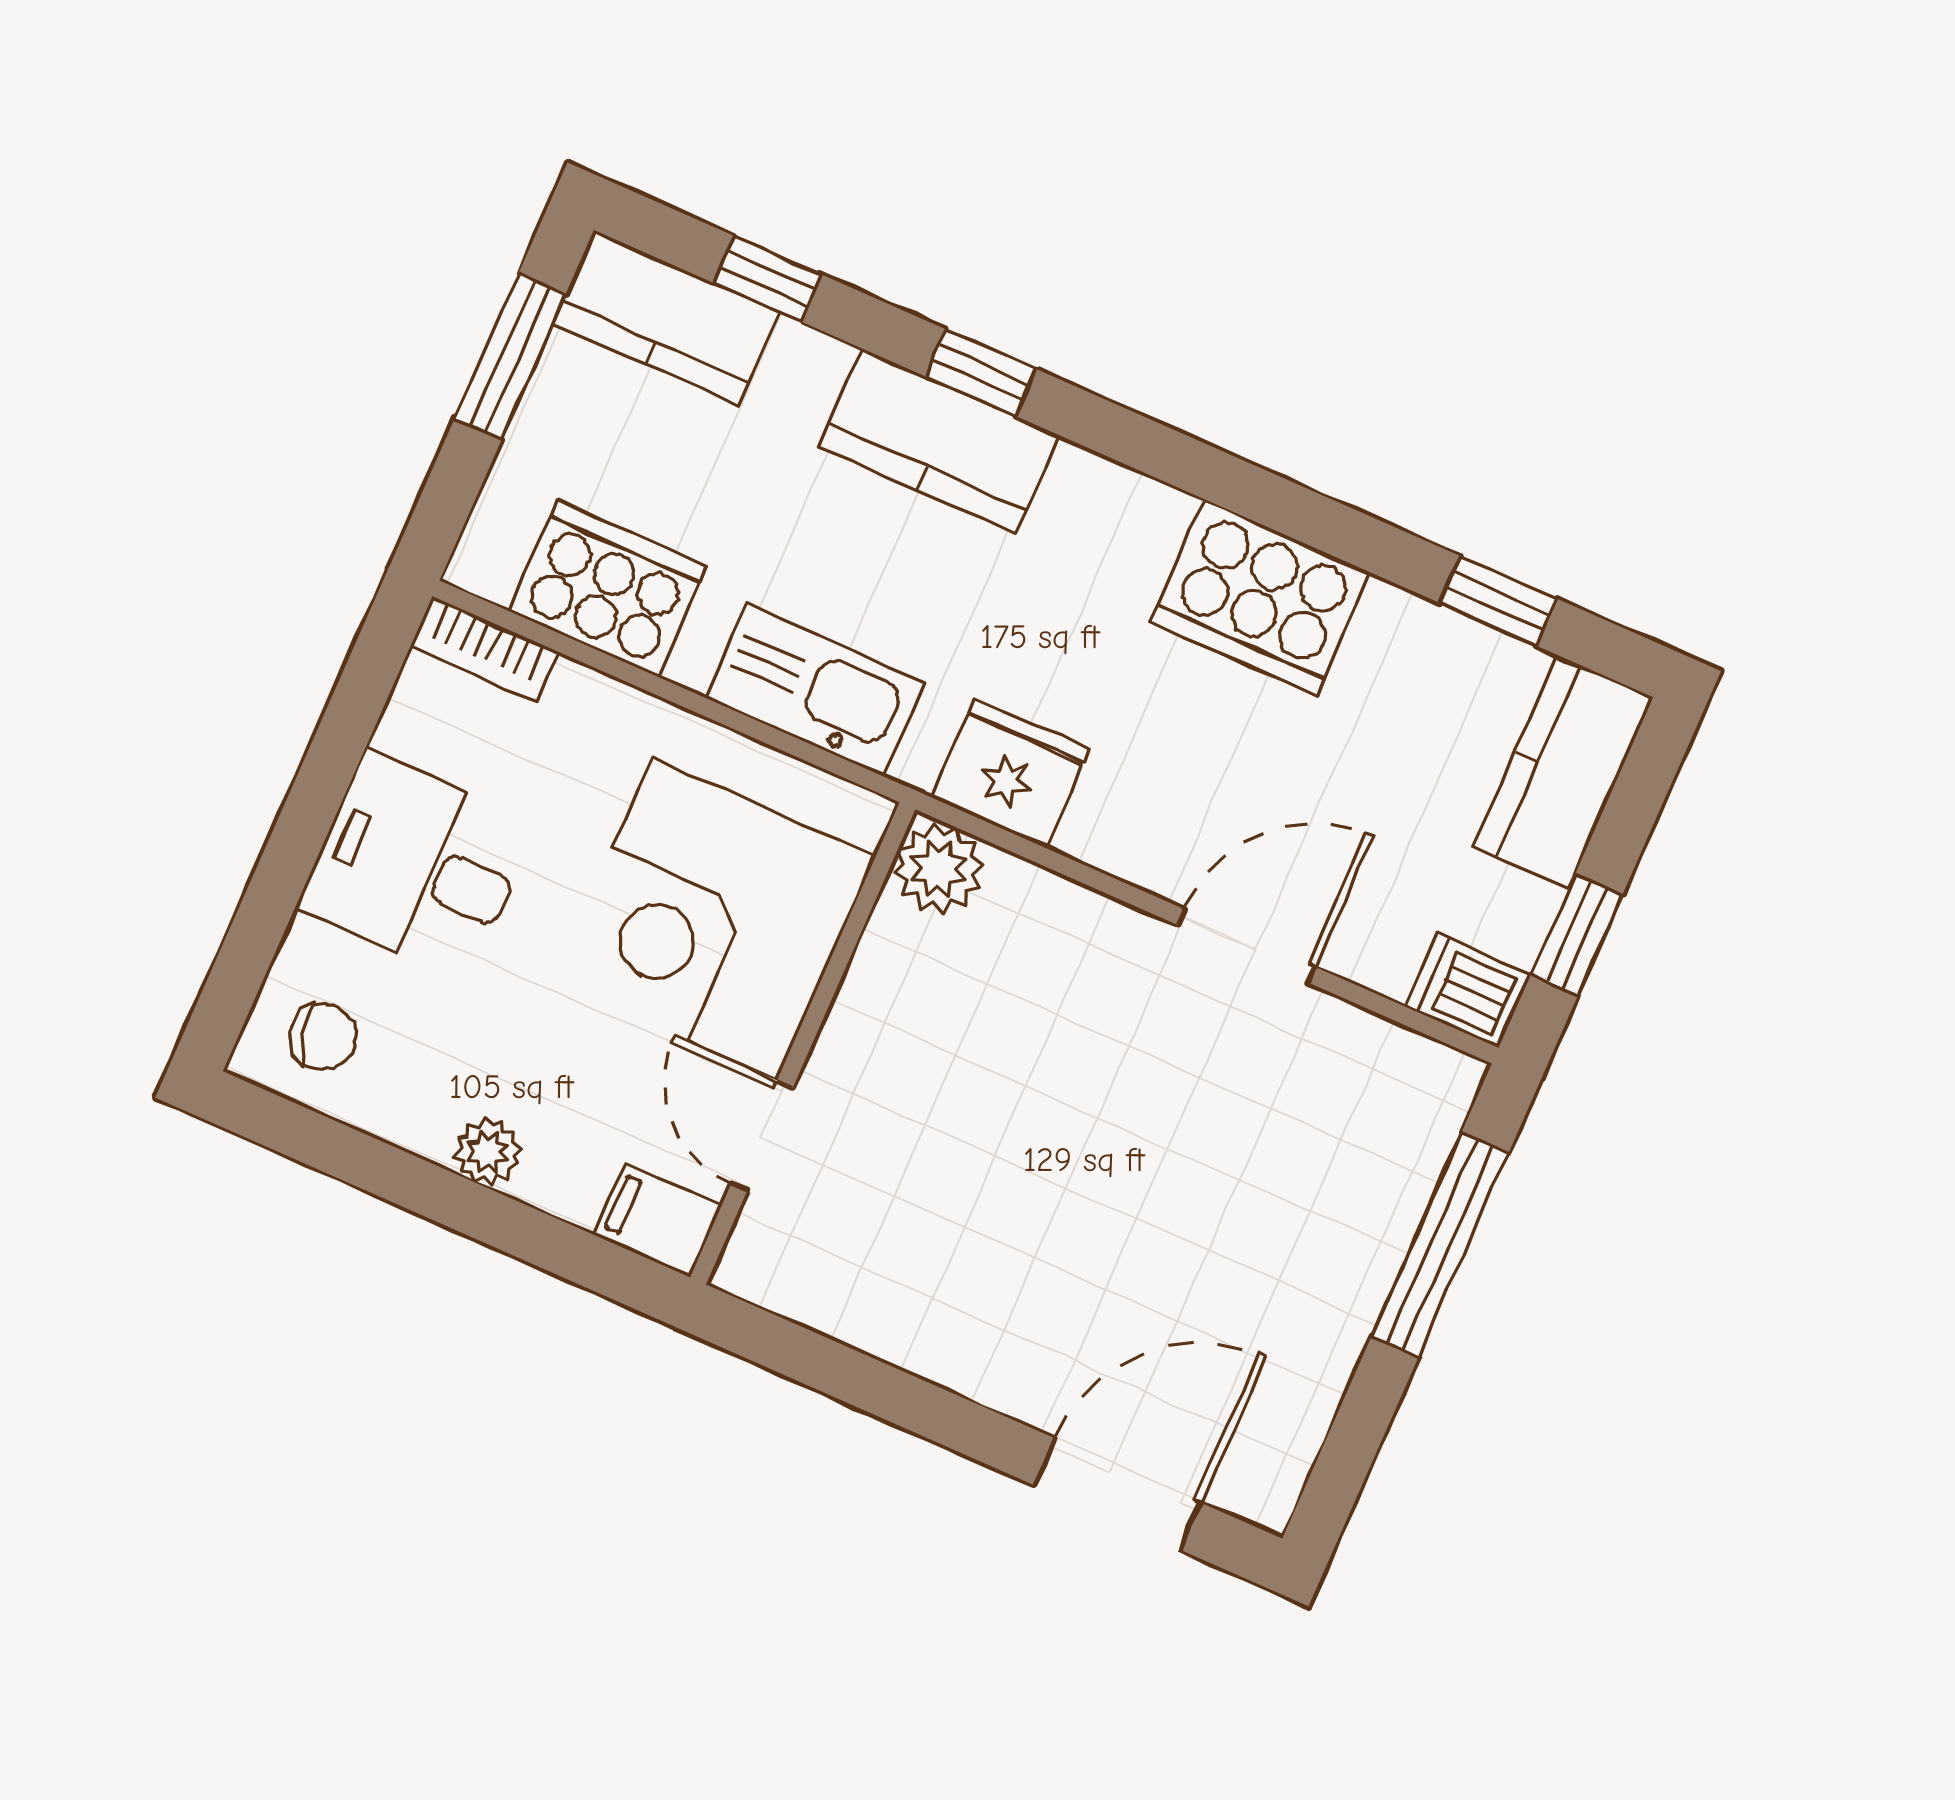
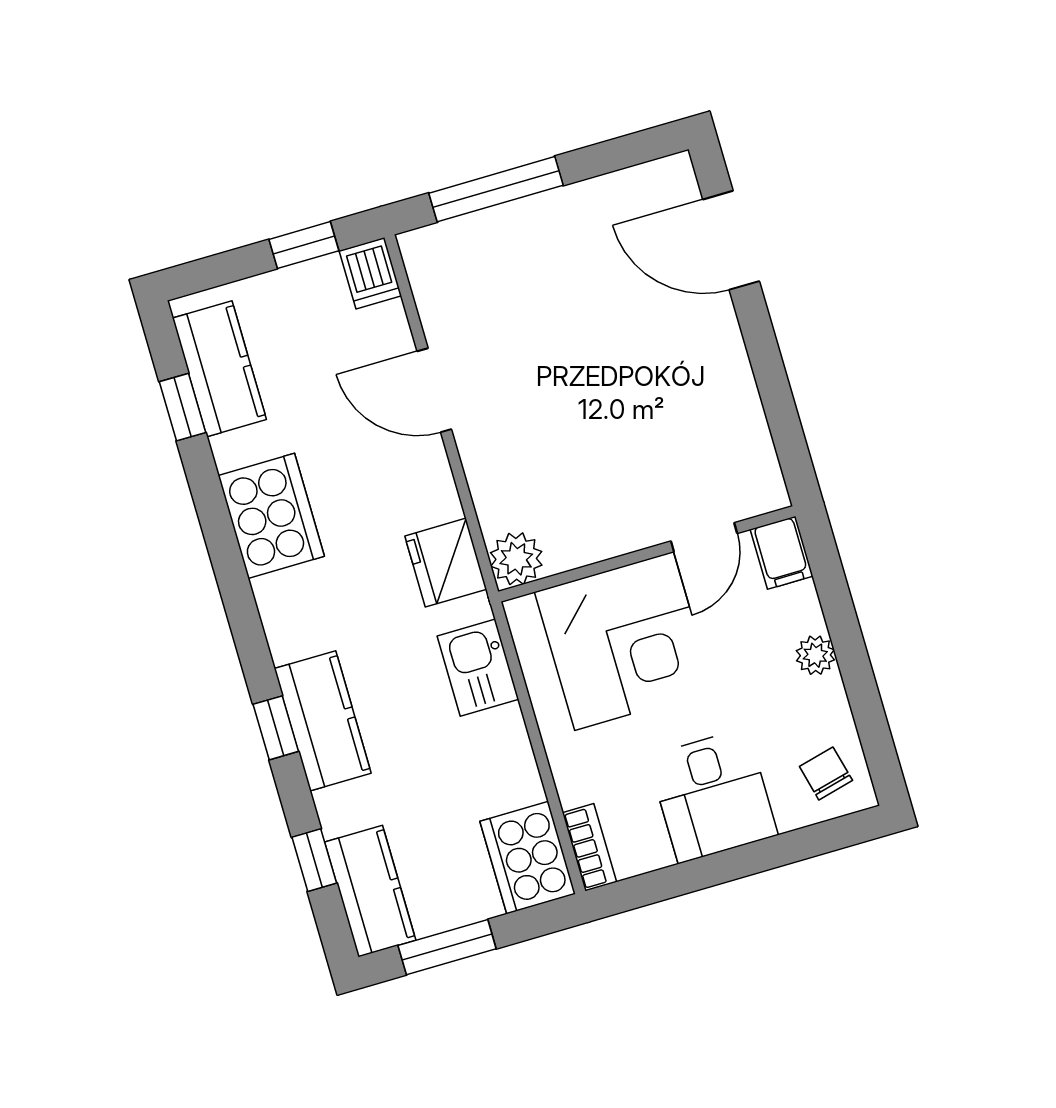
cooker: (608, 589) -> (528, 858), moved
kitchen sink: (815, 690) -> (478, 668), width x0.73
kitchen counter: (1563, 772) -> (219, 369), moved, turned -90

